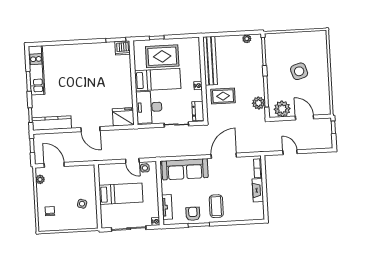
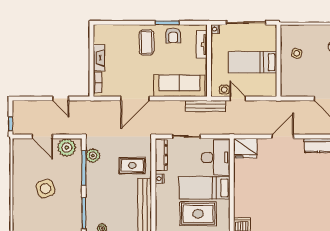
dresser: (198, 111) -> (161, 155), width x1.44
door: (90, 129) -> (283, 136), hinge flipped
bench: (161, 152) -> (206, 106), added

